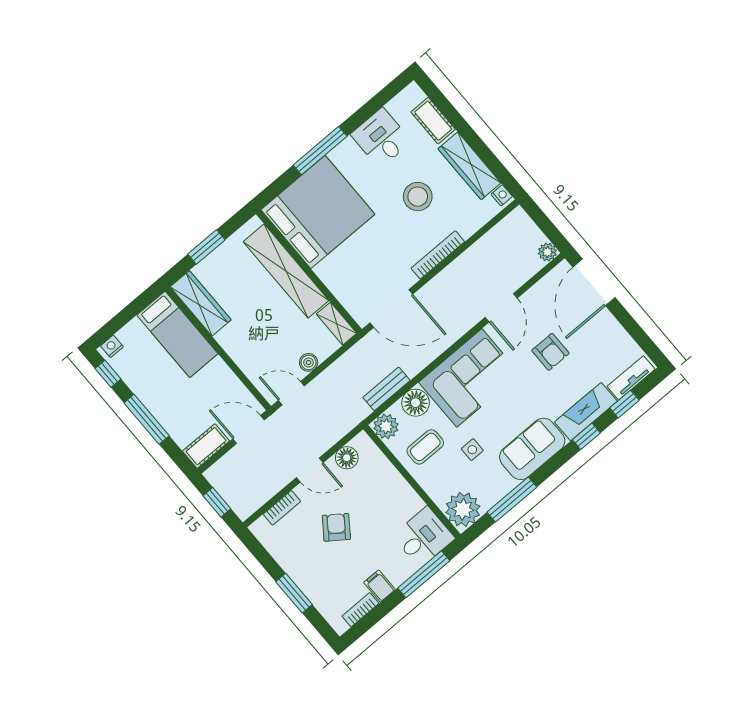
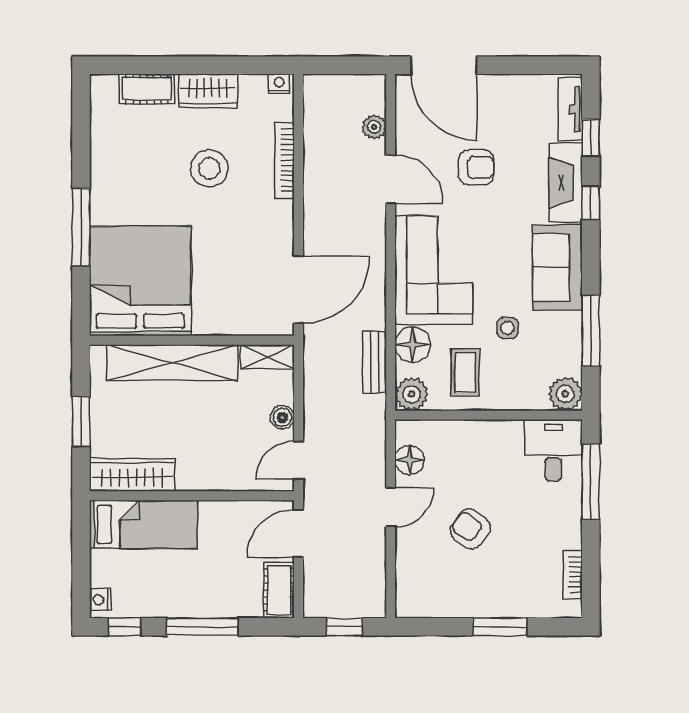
desk: (381, 138) -> (120, 155), removed
wardrobe: (469, 166) -> (208, 91), width x0.67
plant: (547, 252) -> (374, 127), moved
bookcase: (438, 255) -> (284, 160), moved
bookcase: (282, 508) -> (405, 567), removed
plant: (463, 509) -> (565, 394), width x0.73, depth x0.73
filing cabinet: (379, 586) -> (565, 536), removed

